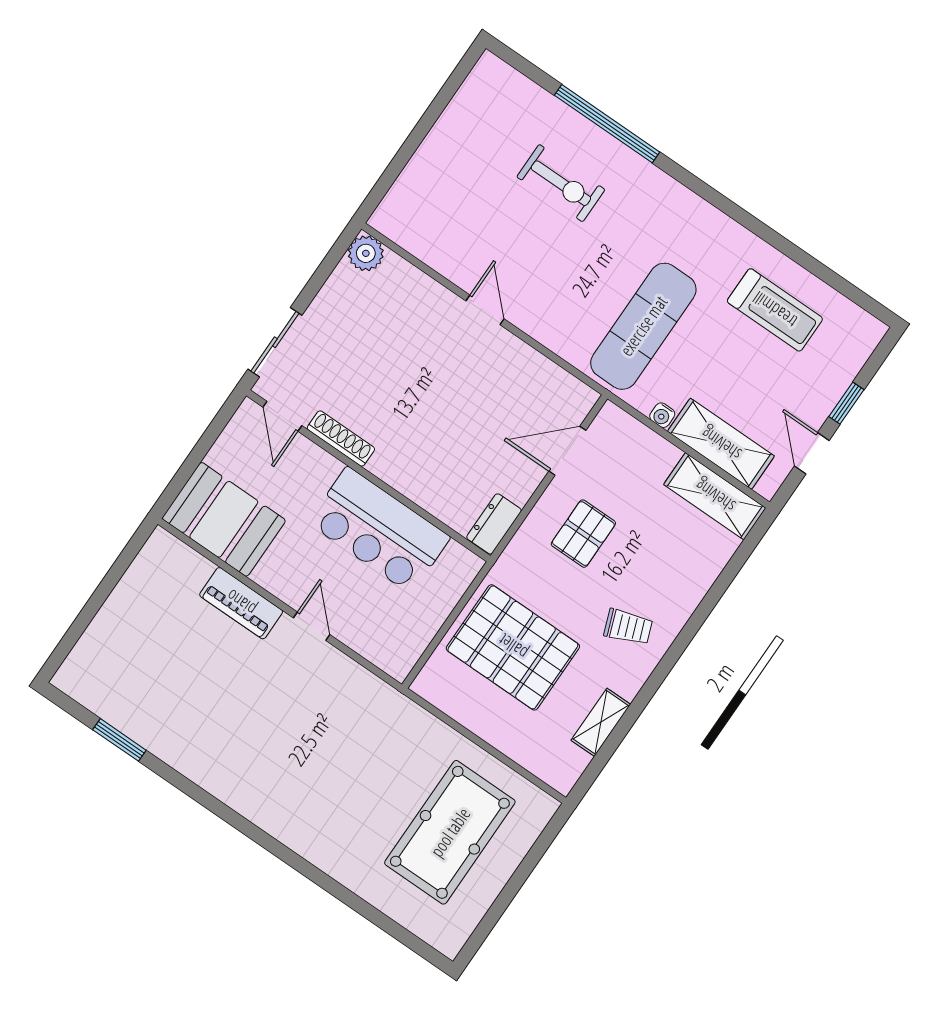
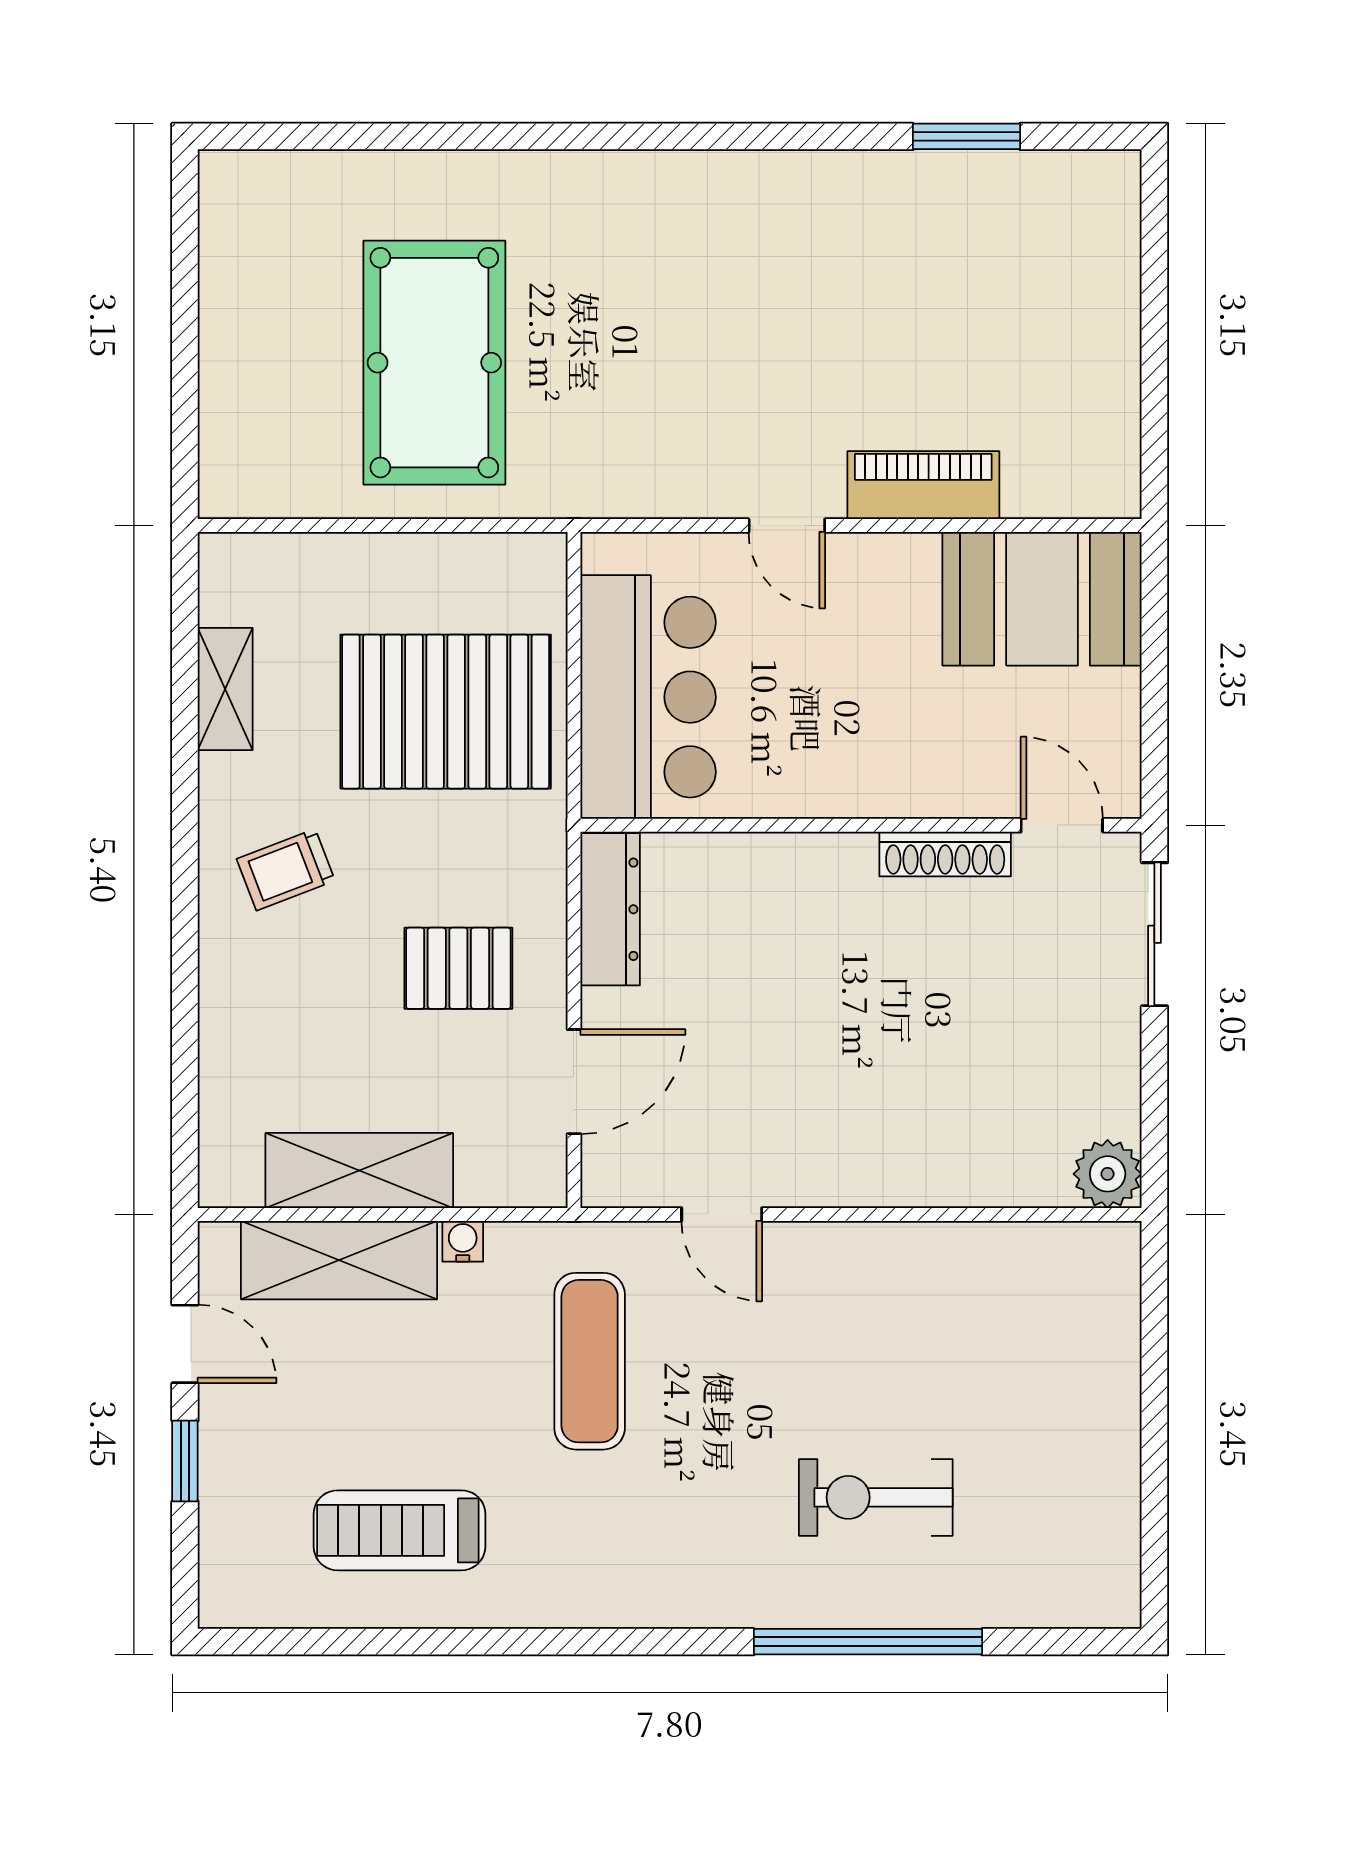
door: (485, 310) -> (722, 1214), moved
exercise mat: (643, 326) -> (590, 1361), width x0.73, depth x0.69
shelving: (715, 496) -> (359, 1170), moved
dresser: (494, 524) -> (610, 909), width x1.44
bar counter: (379, 530) -> (648, 697), moved, turned 90
pallet: (583, 534) -> (458, 968), turned 90
pool table: (450, 832) -> (434, 363), moved

